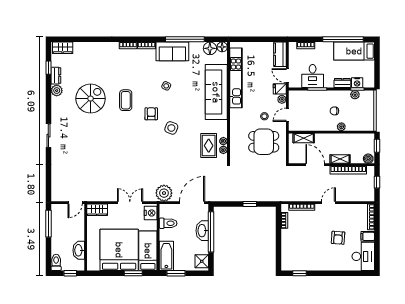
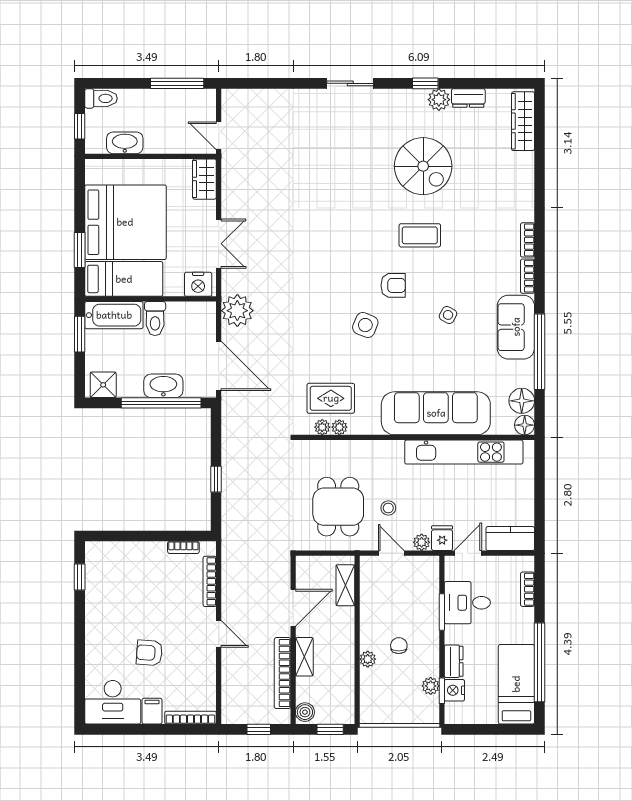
wardrobe: (63, 48) -> (523, 121), width x1.50
window: (48, 68) -> (425, 83), moved
toilet: (168, 223) -> (155, 319), moved

